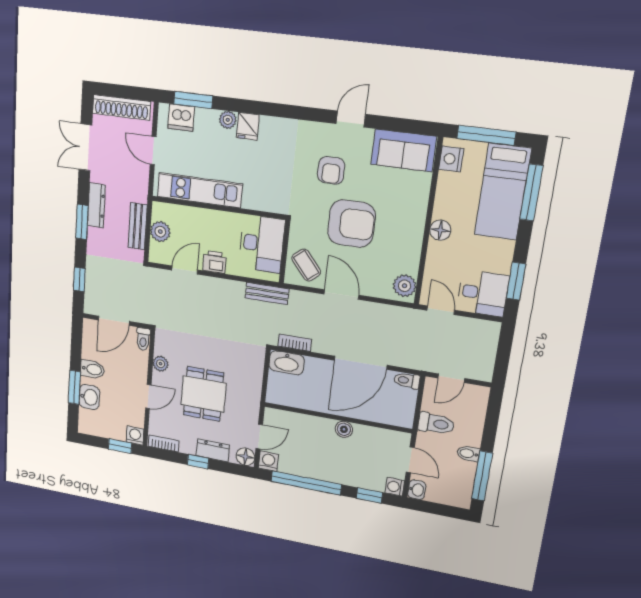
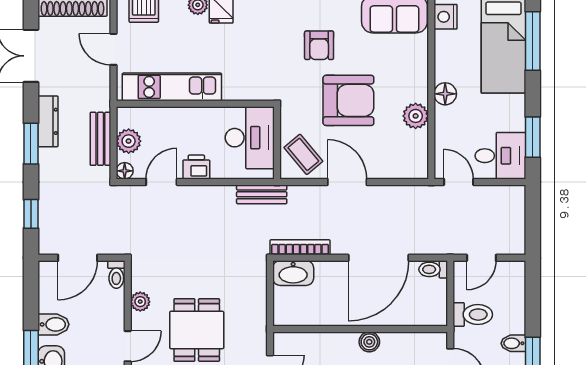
floor lamp: (155, 256) -> (125, 171), added
plant: (405, 286) -> (416, 116), moved
bookcase: (295, 343) -> (300, 247), width x1.56

